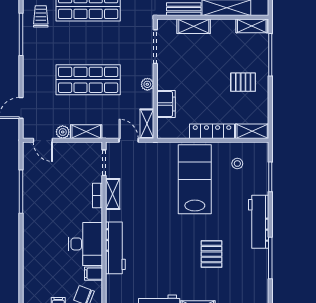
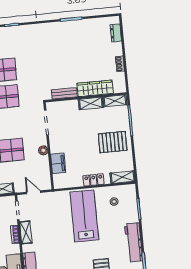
shelving: (194, 26) -> (91, 103), moved
pallet: (243, 82) -> (113, 142), width x1.50, depth x1.42
shelving: (147, 124) -> (46, 179), removed
locker: (212, 131) -> (93, 180), width x0.66

